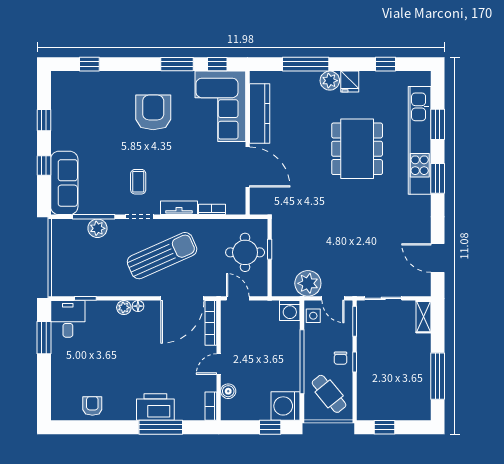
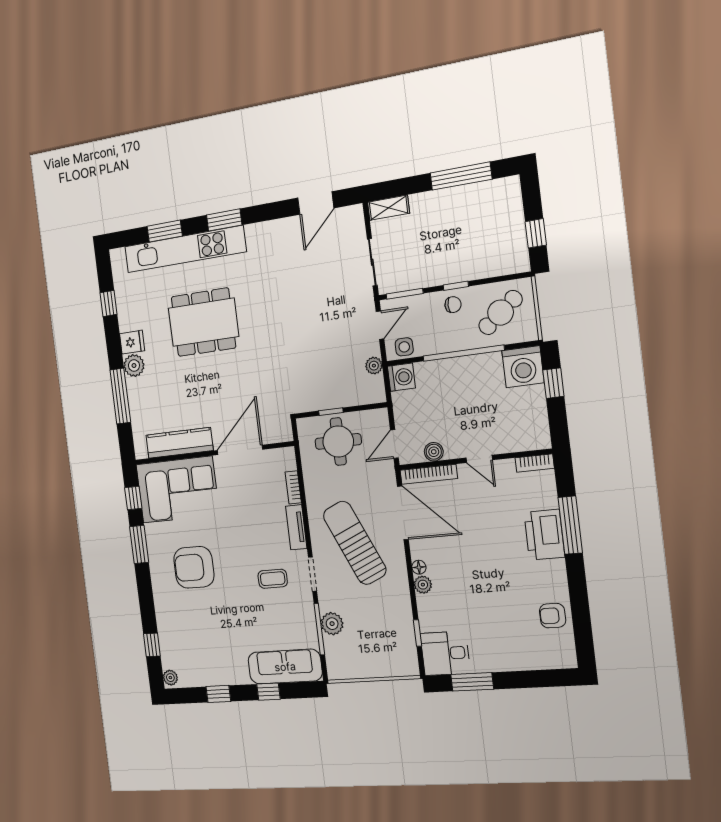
plant: (60, 78) -> (170, 678), added
plant: (308, 283) -> (374, 366), width x0.53, depth x0.53
boiler: (228, 391) -> (434, 452), moved

